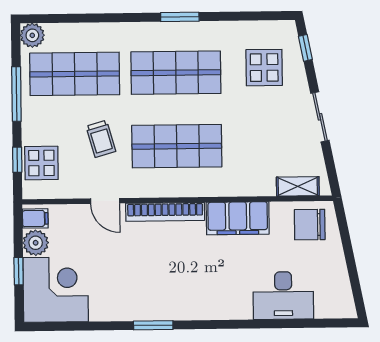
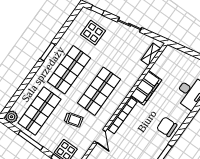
door: (105, 201) -> (100, 136), hinge flipped
chair: (310, 225) -> (167, 127), moved, turned 88

